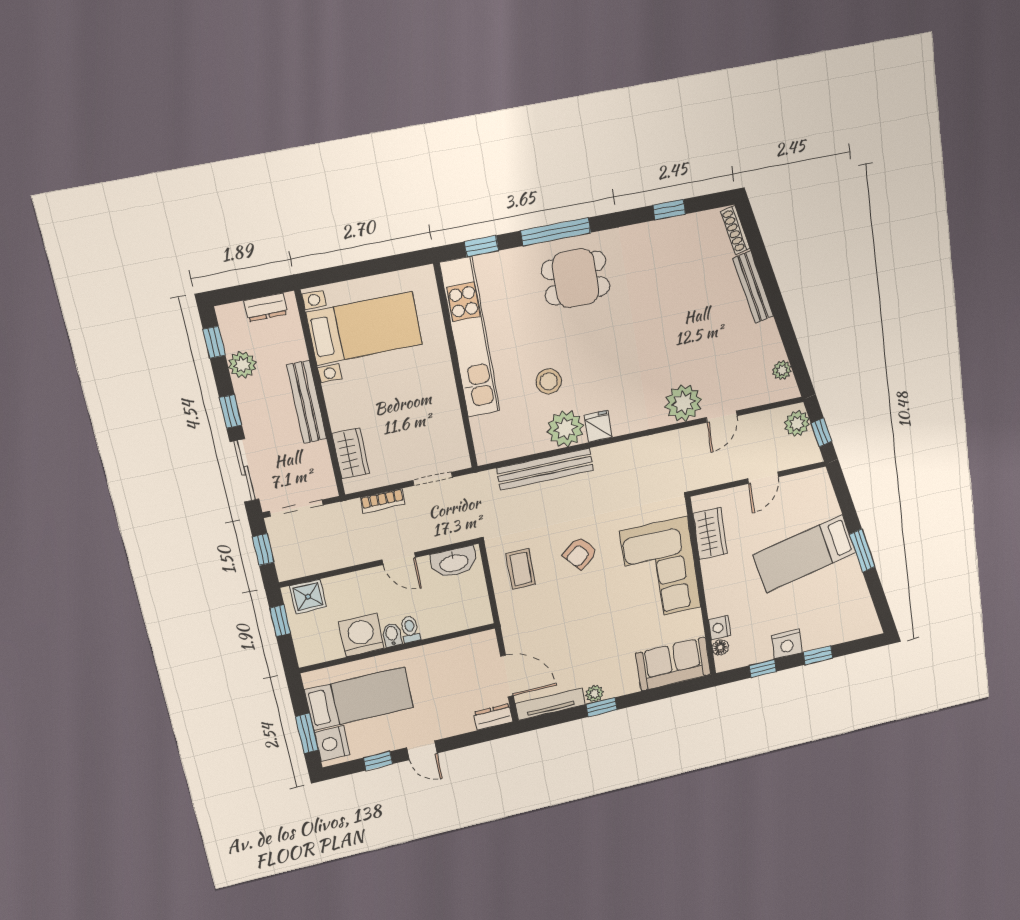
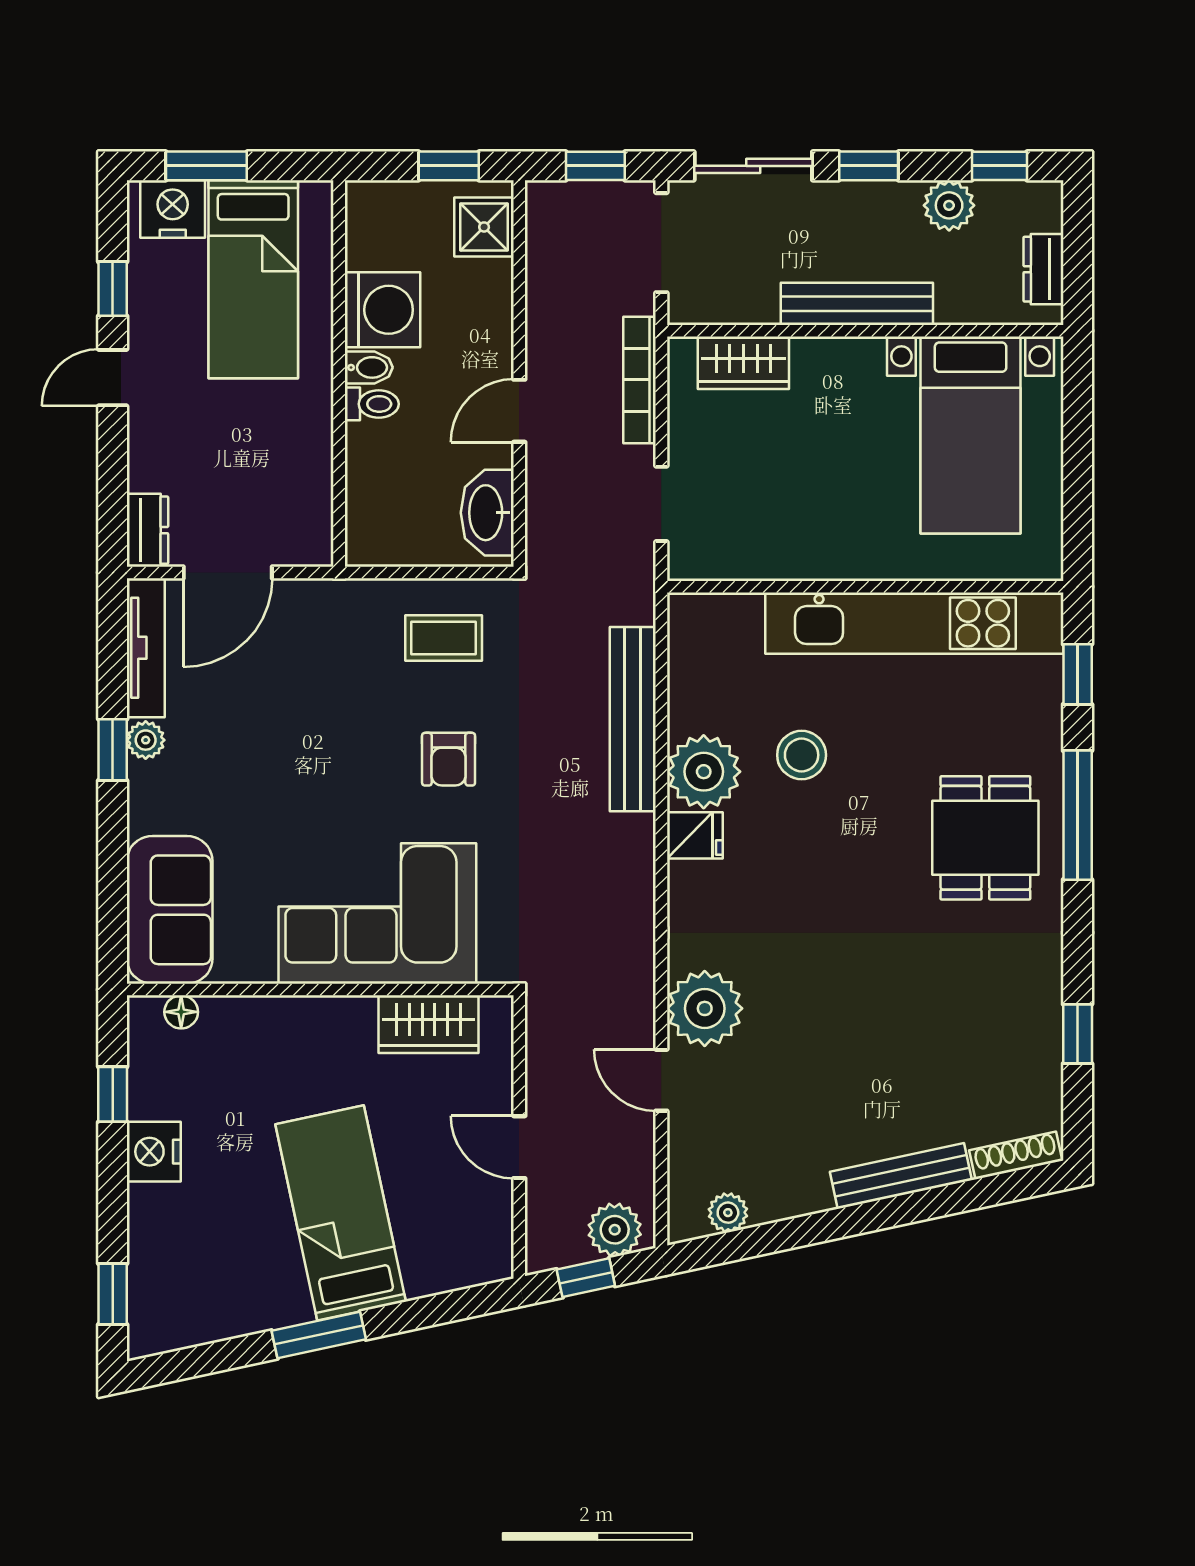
bookcase: (383, 501) -> (640, 380), width x1.56
armchair: (580, 553) -> (449, 759), turned -141
nightstand: (720, 628) -> (224, 1016), removed
window: (818, 655) -> (113, 1294), moved

